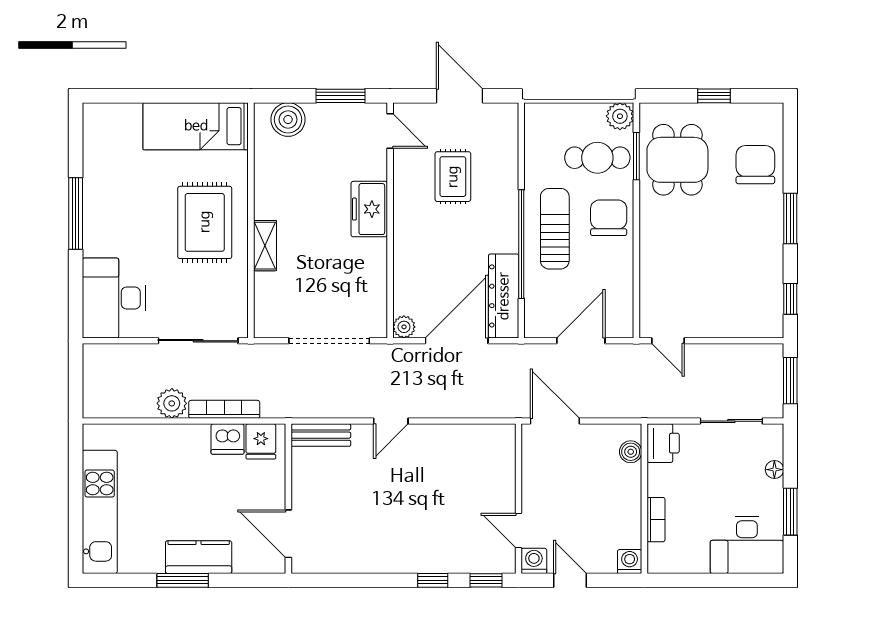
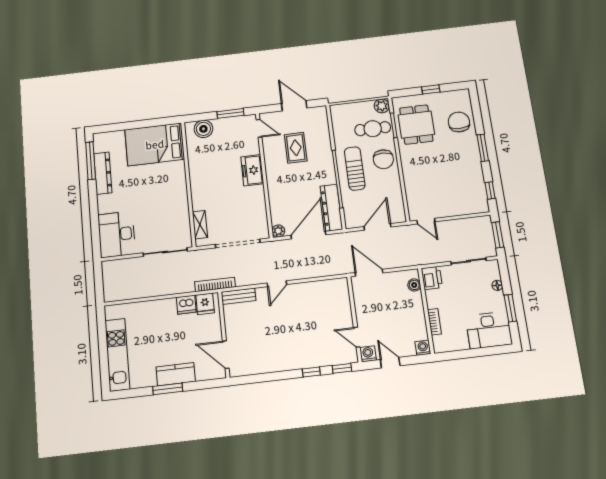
bed: (196, 126) -> (155, 144), width x1.50
dresser: (96, 181) -> (103, 173), added
window: (76, 214) -> (91, 161), moved
chair: (609, 218) -> (383, 159), turned 180
rug: (205, 222) -> (163, 188), removed
shelving: (265, 246) -> (200, 225), moved
plant: (172, 403) -> (153, 288), removed
bookcase: (224, 409) -> (215, 284), moved

